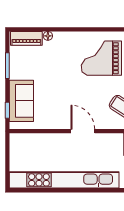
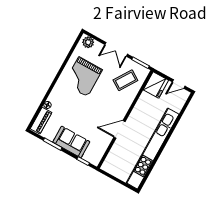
sofa: (21, 101) -> (71, 142), moved
door: (83, 131) -> (119, 129), moved

